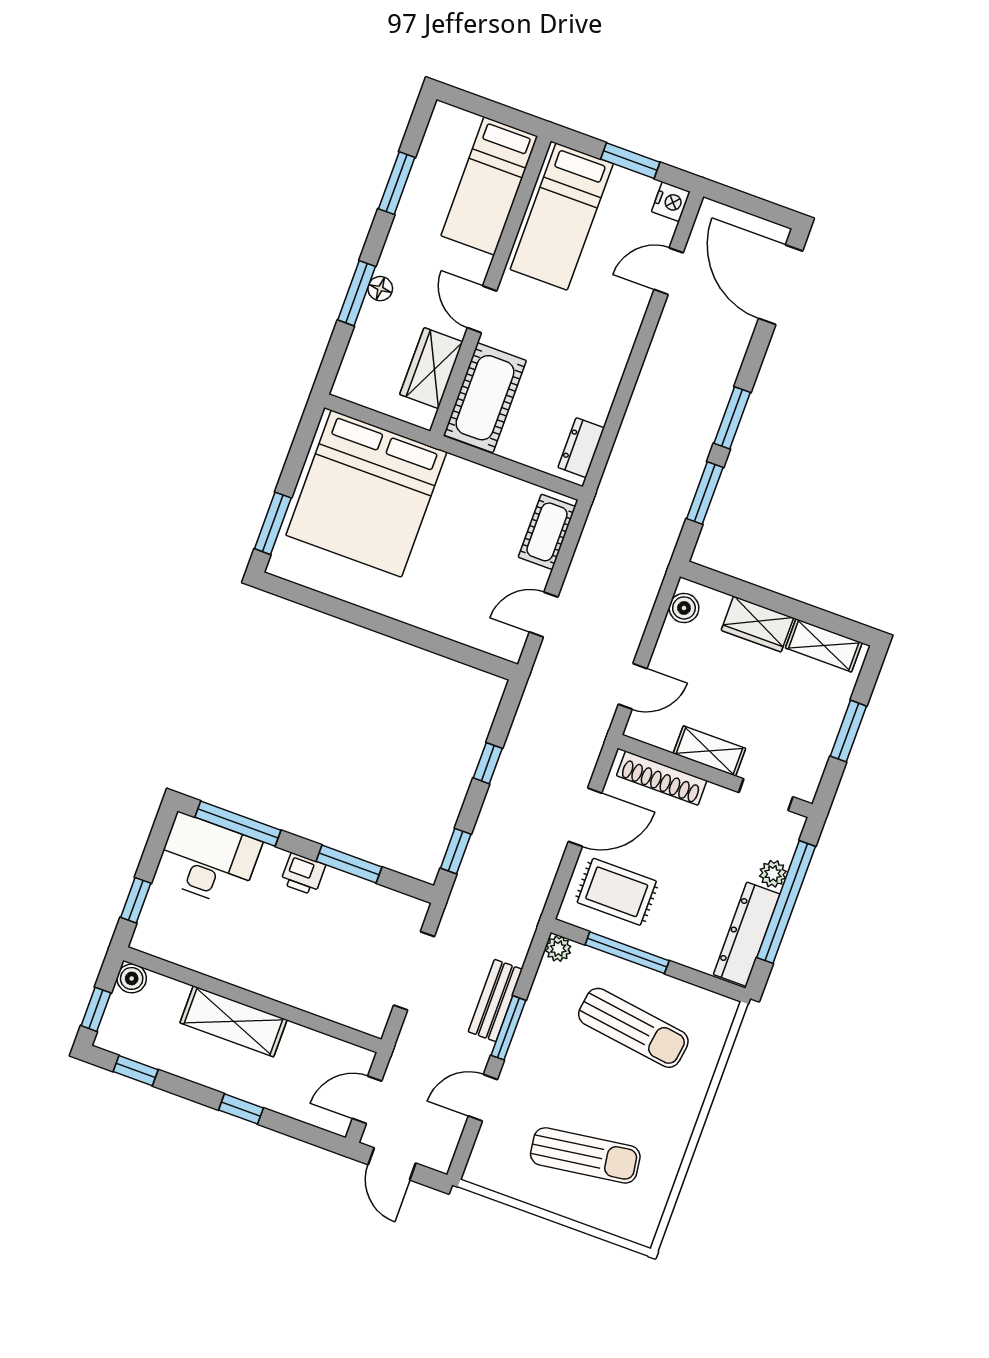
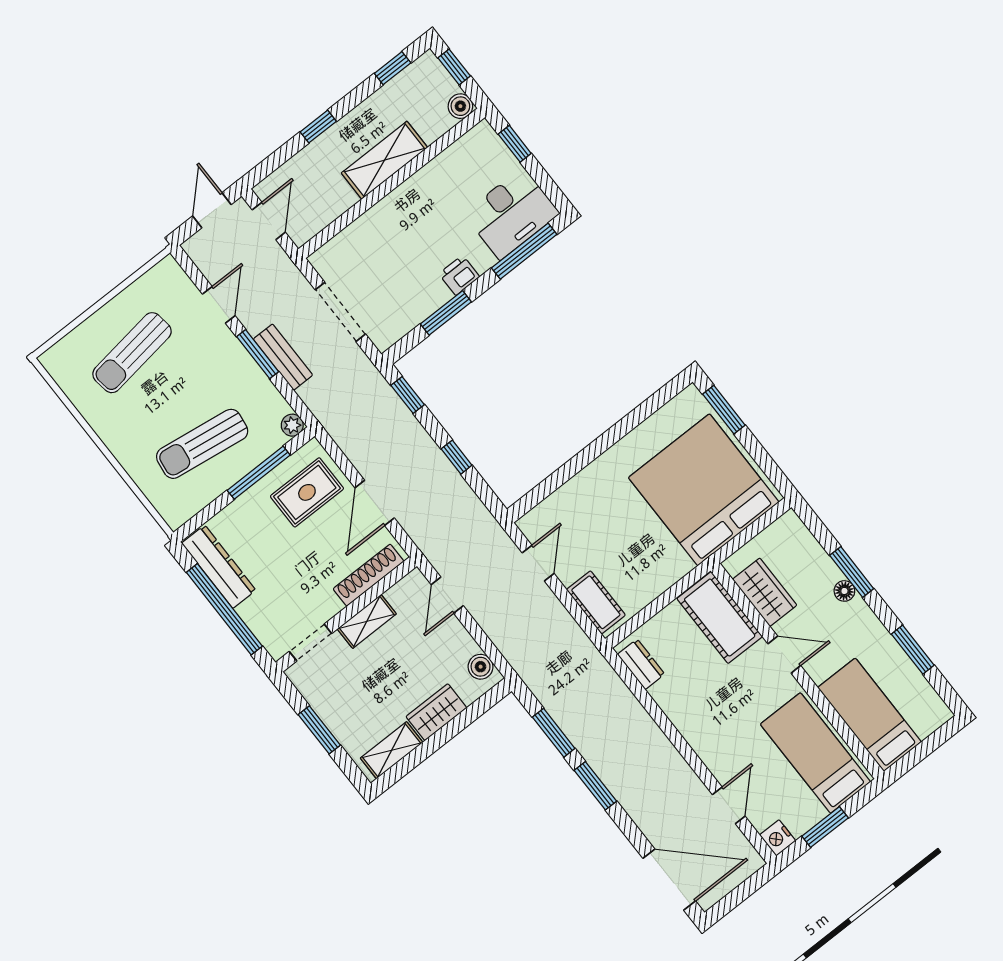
plant: (773, 874) -> (251, 612), removed
door: (392, 1164) -> (212, 210), hinge flipped

